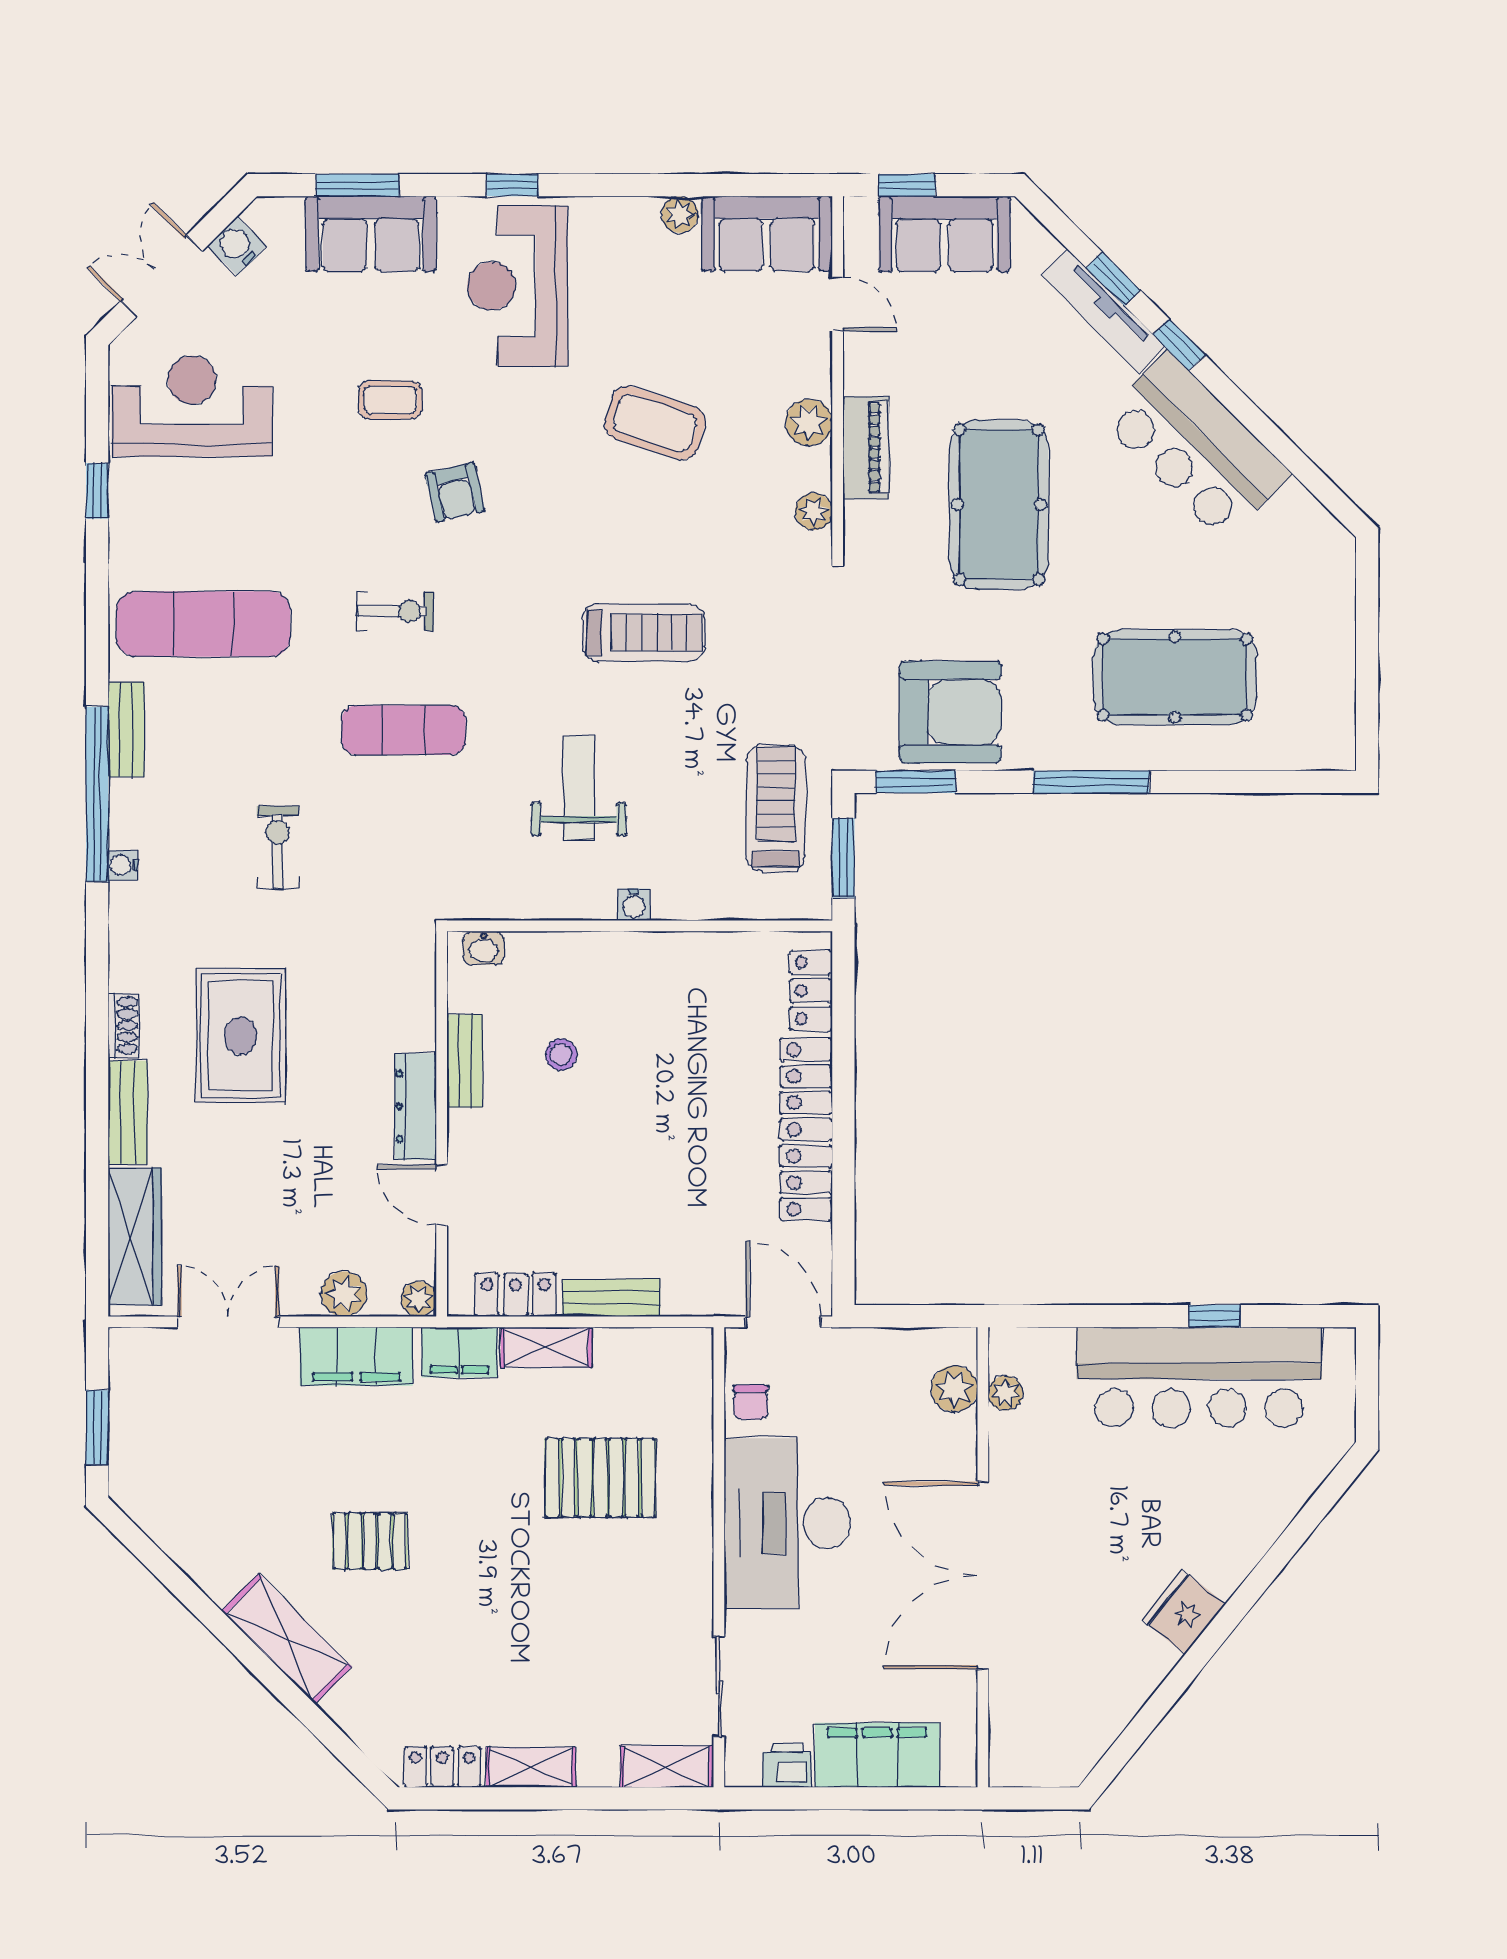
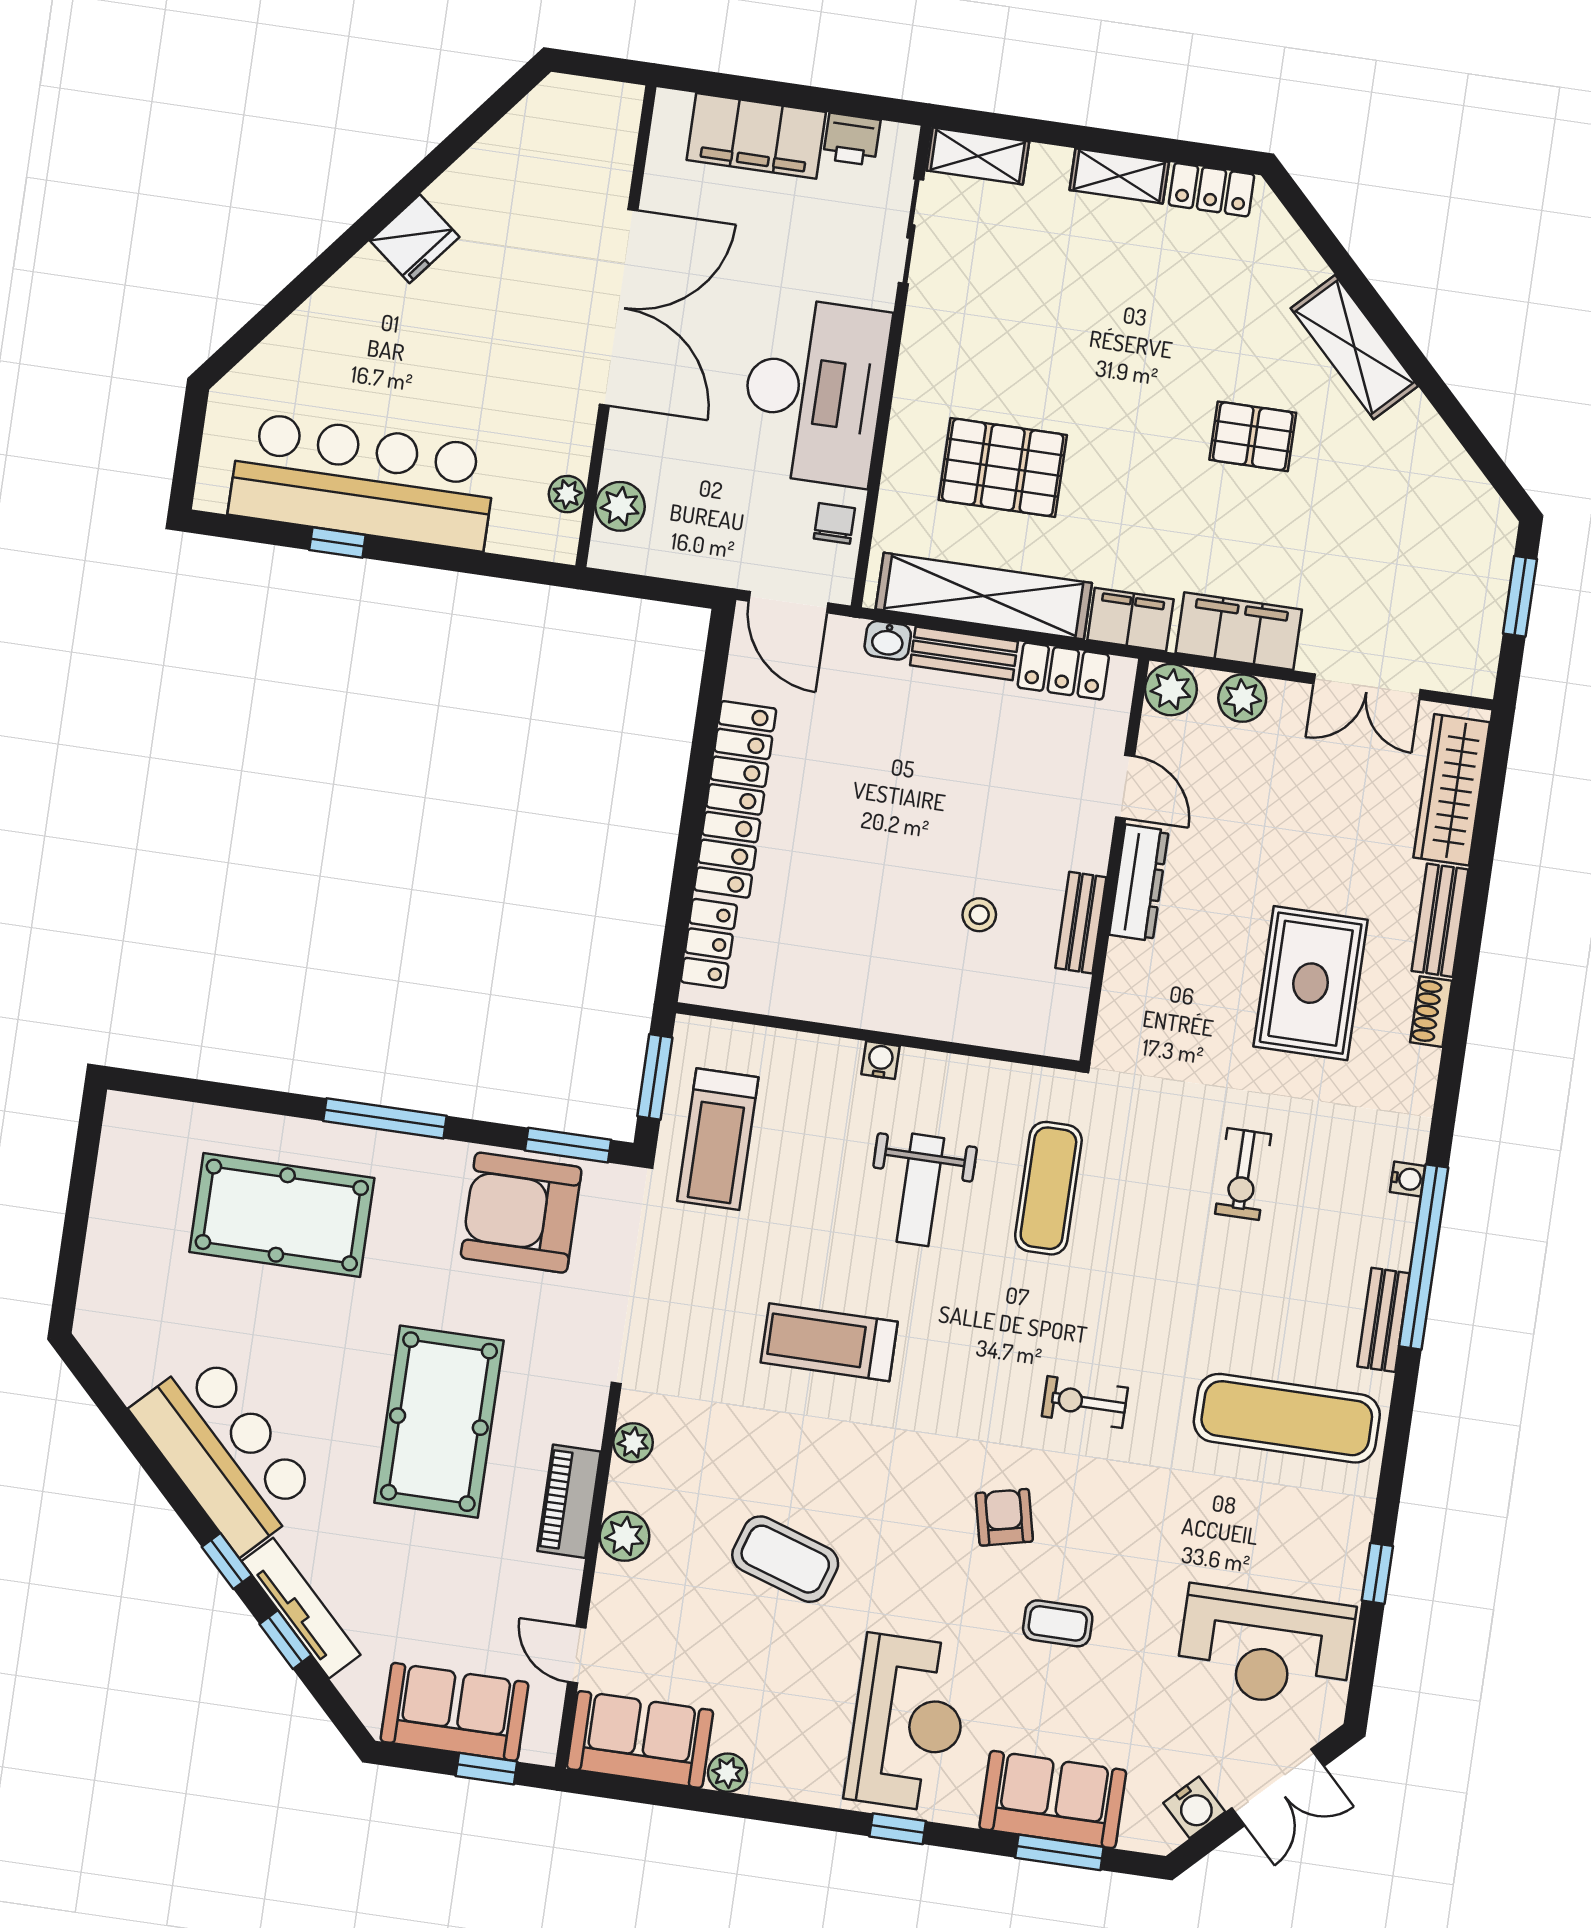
exercise mat: (404, 730) -> (1048, 1188), moved, turned 90
washbasin: (484, 948) -> (888, 640), moved, turned 180
plant: (419, 1299) -> (1171, 690), width x1.38, depth x1.38
shelving: (546, 1348) -> (984, 596), width x2.20, depth x1.33

